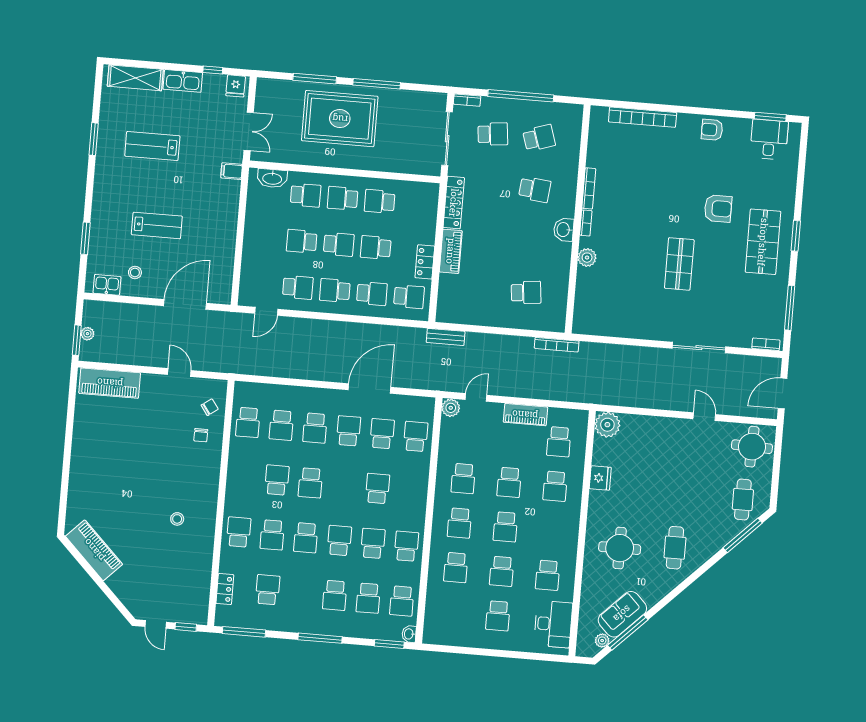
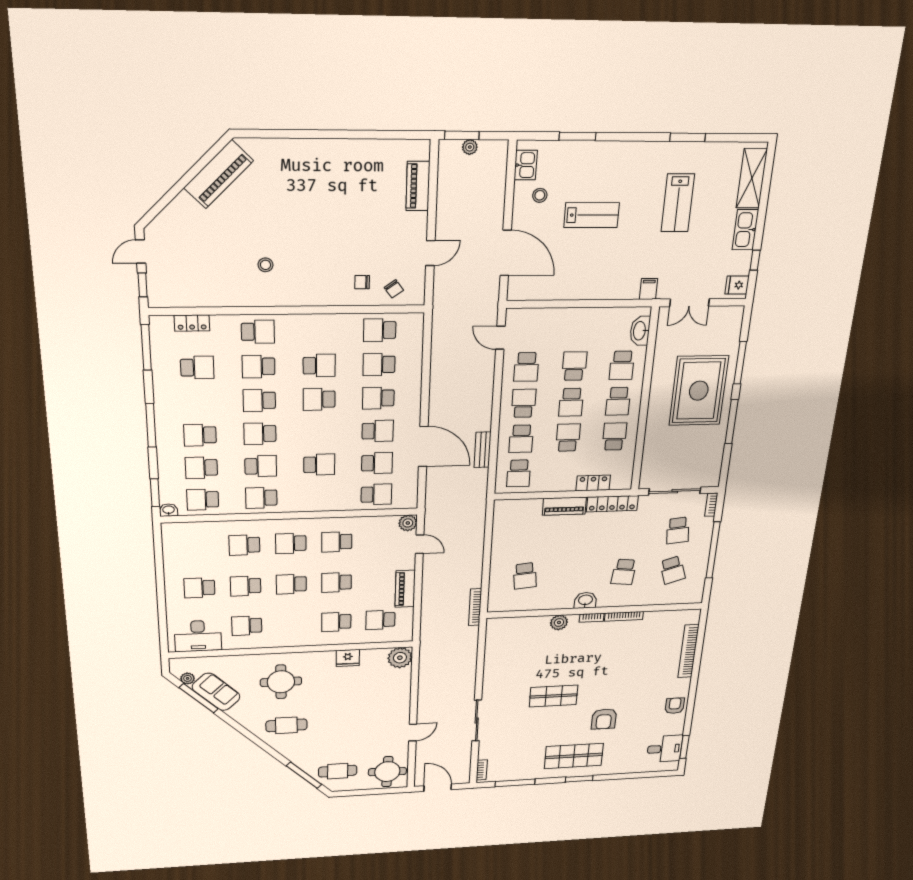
lab bench: (152, 146) -> (678, 203), turned 180
school desk: (343, 198) -> (618, 401), turned 180
lab bench: (157, 225) -> (592, 215), turned -90
locker: (425, 262) -> (593, 483), moved
bench: (446, 337) -> (483, 450), moved
piano: (110, 383) -> (418, 186), width x0.73, depth x0.75
school desk: (339, 541) -> (260, 434), turned 180
school desk: (406, 546) -> (261, 498), turned 180

